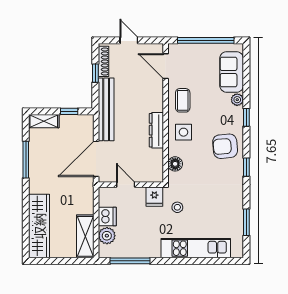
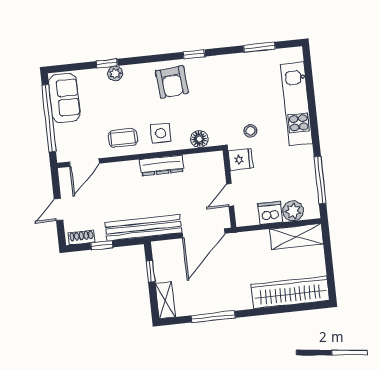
shoe rack: (103, 61) -> (81, 237), width x0.70
sofa: (232, 72) -> (64, 98), moved, turned -90
window: (246, 117) -> (107, 63), moved
door: (96, 159) -> (203, 233), hinge flipped

